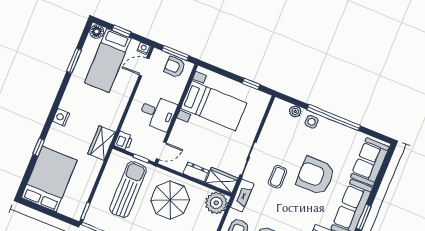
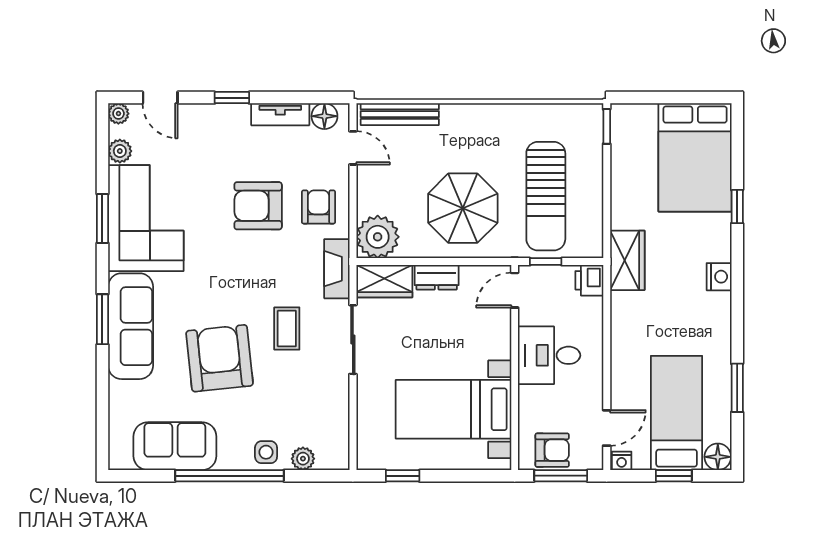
sofa: (370, 162) -> (175, 446), moved, turned -90
armchair: (315, 176) -> (220, 358), turned -96

